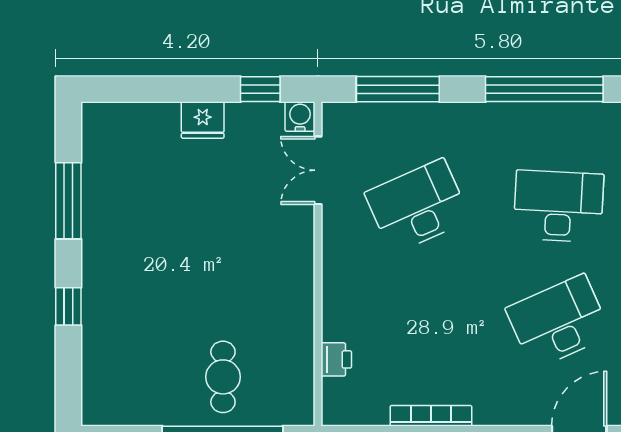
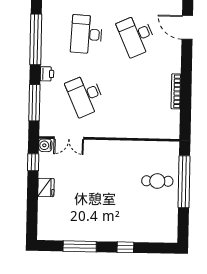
printer: (336, 359) -> (47, 74), moved, turned 90

